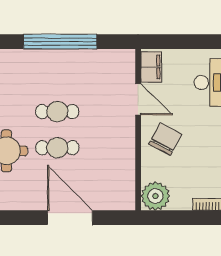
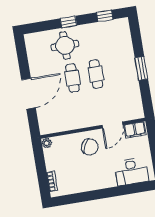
window: (60, 42) -> (141, 68), width x0.47
plant: (155, 196) -> (47, 143), width x0.53, depth x0.53

